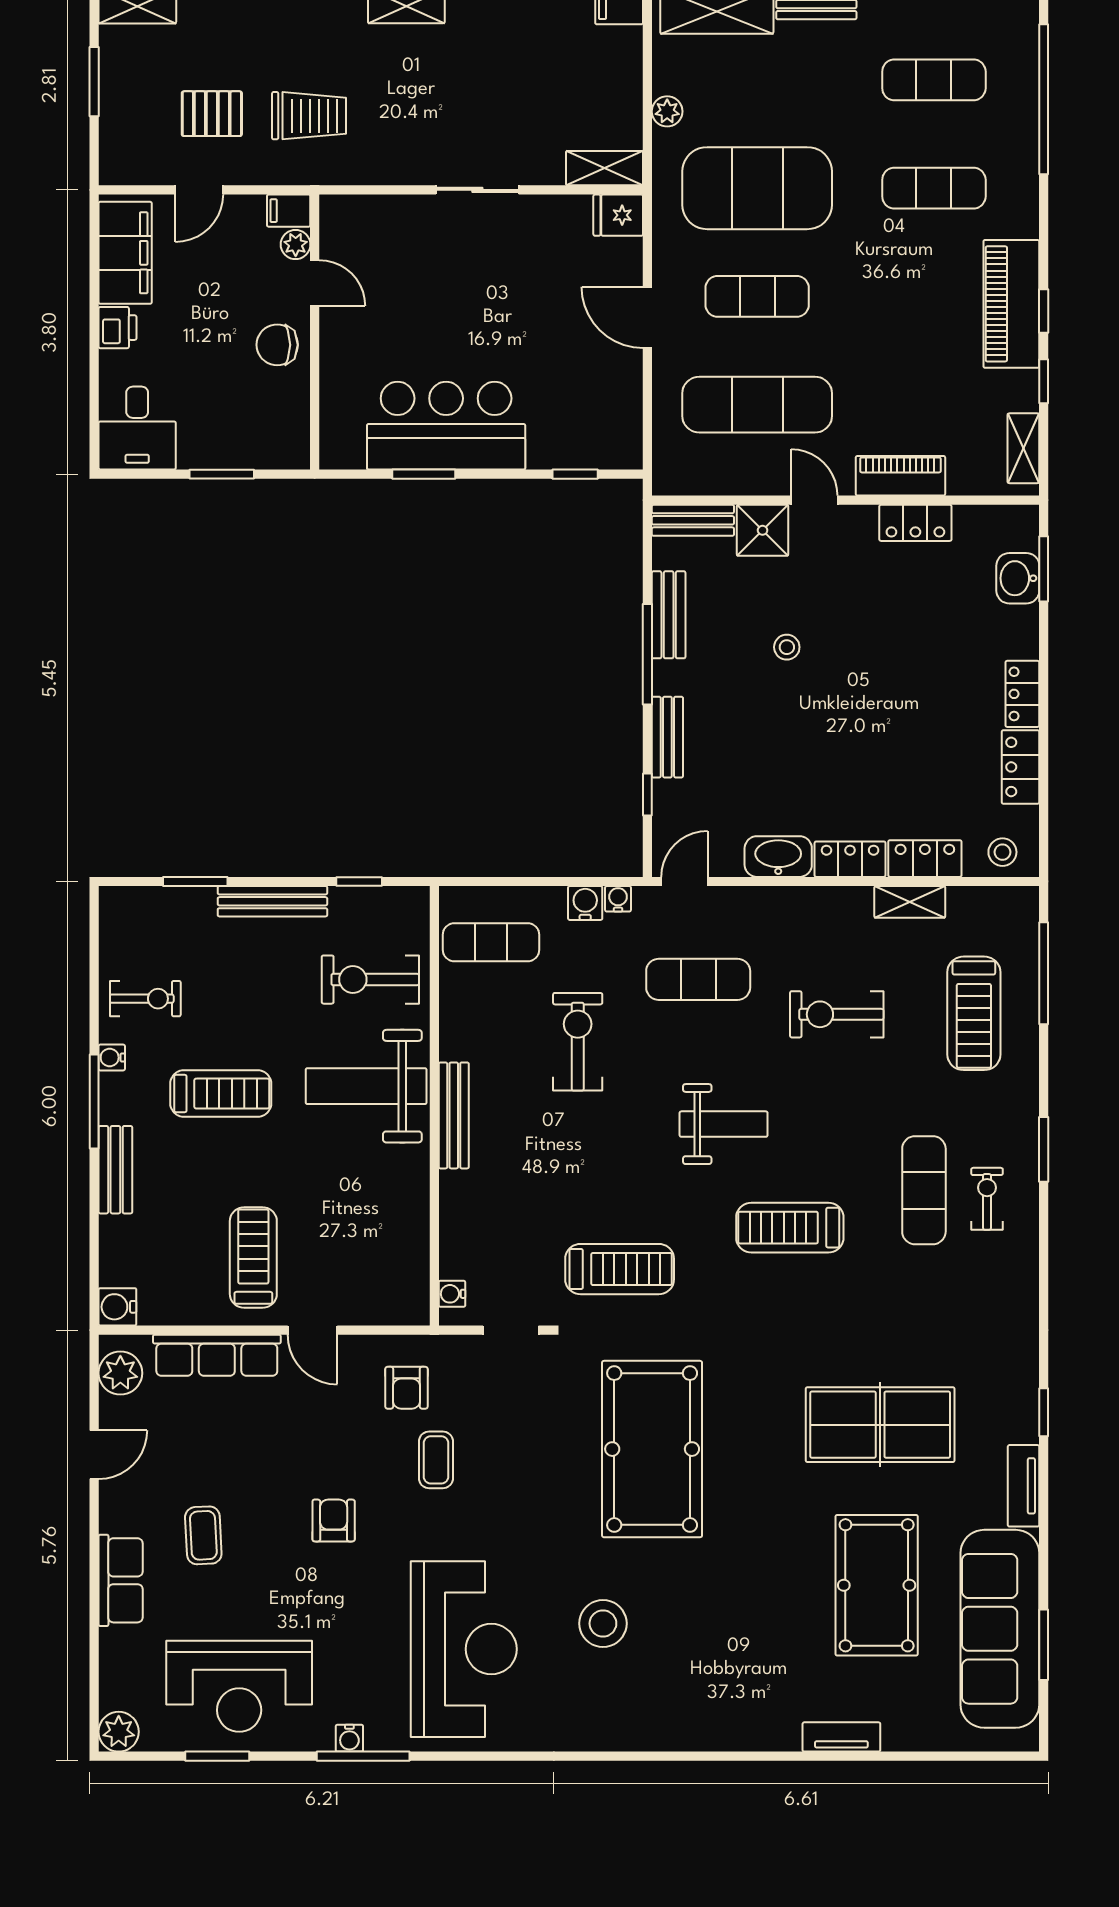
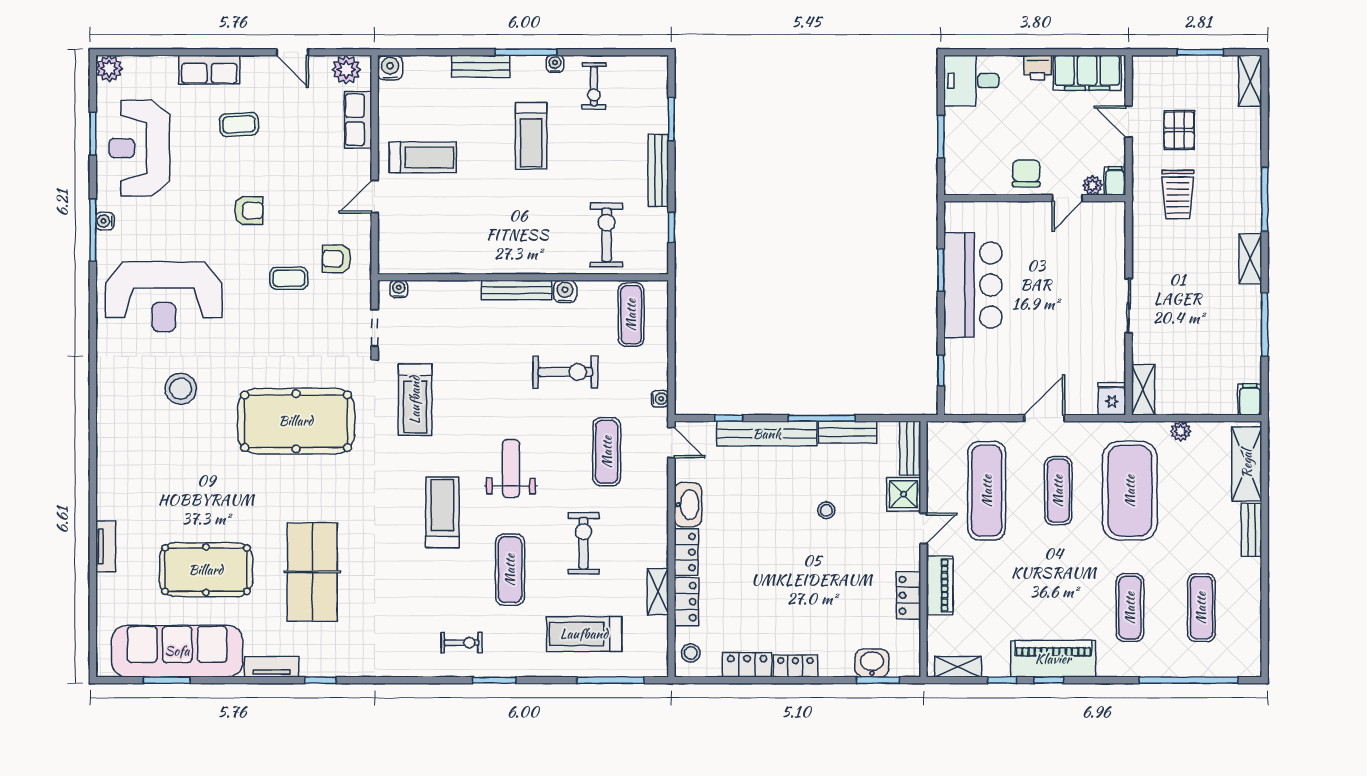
bench: (667, 737) -> (767, 434), width x1.86, depth x1.21
water cooler: (585, 903) -> (565, 291), moved, turned -90
weight bench: (366, 1086) -> (536, 232), removed
weight bench: (724, 1124) -> (511, 468), turned 180
exercise mat: (924, 1190) -> (510, 570), moved, turned 90
row of seats: (217, 1355) -> (358, 120), width x0.68

